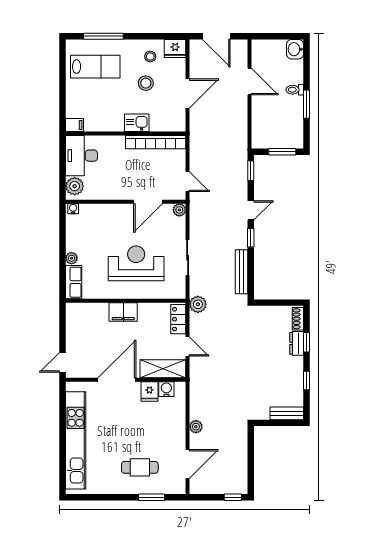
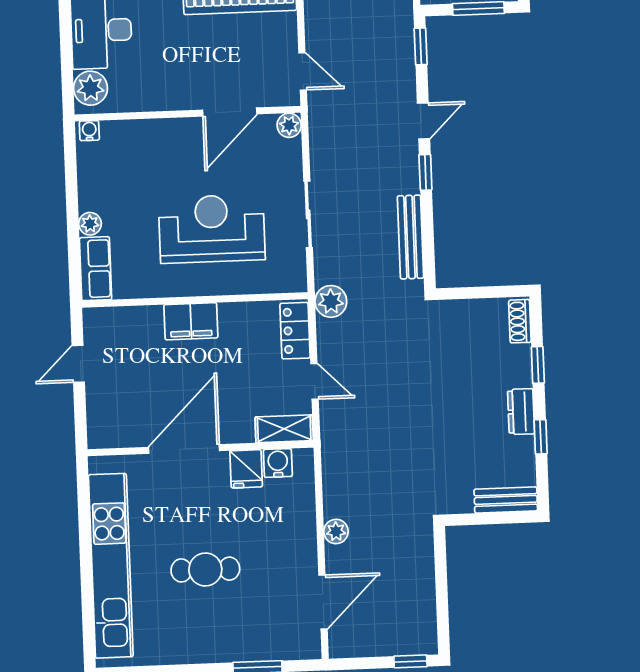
dresser: (297, 343) -> (521, 412), moved
door: (62, 362) -> (78, 364), moved
shelving: (163, 369) -> (284, 429), width x0.67, depth x0.75
cafe table: (140, 467) -> (205, 570), moved

